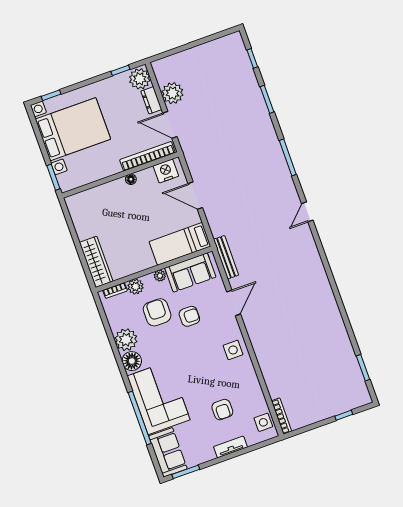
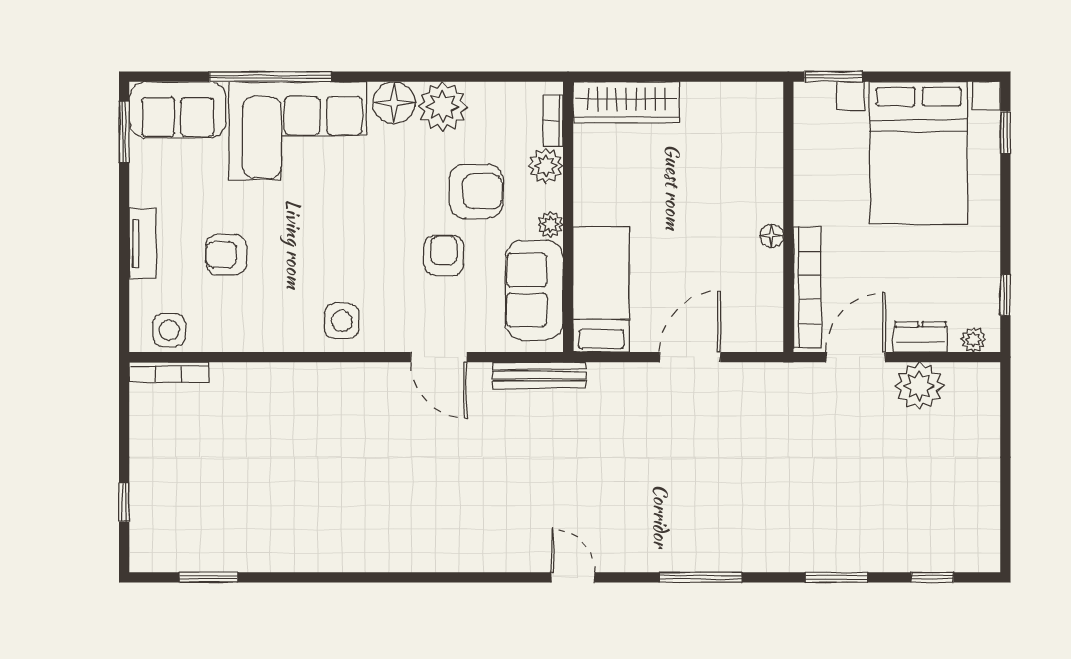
plant: (140, 79) -> (973, 340), width x0.53, depth x0.53
nightstand: (166, 171) -> (763, 315), removed
armchair: (189, 316) -> (444, 255), turned 180

